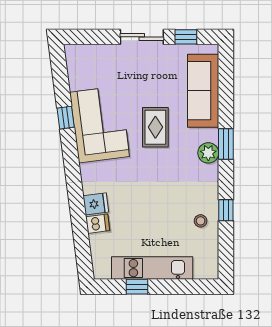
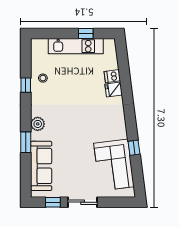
corner sofa: (100, 124) -> (114, 165), moved
rug: (155, 127) -> (73, 141), removed
window: (226, 144) -> (26, 142), moved

